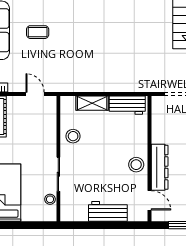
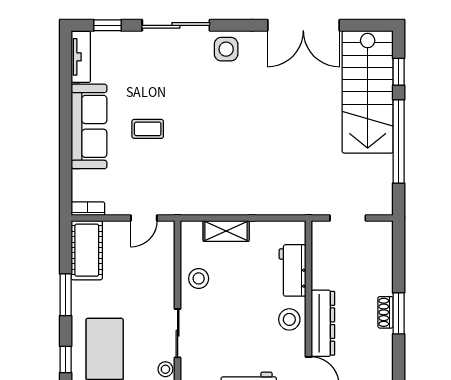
door: (35, 94) -> (144, 218), swing flipped
workbench: (127, 105) -> (293, 270), moved, turned 90

